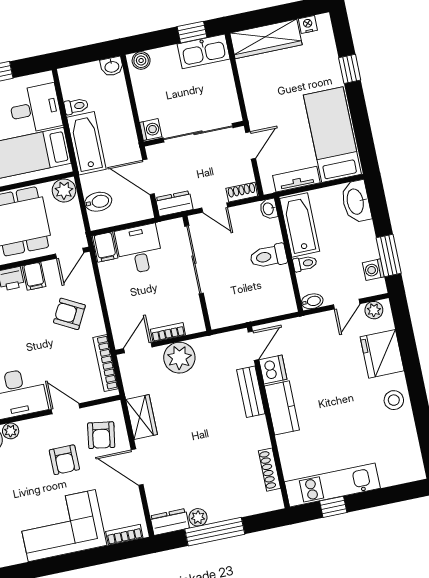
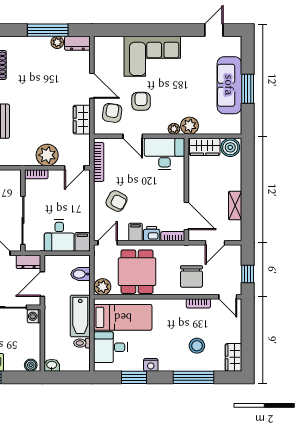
door: (148, 177) -> (42, 284), swing flipped
bookcase: (168, 332) -> (36, 174), moved
bookcase: (124, 535) -> (110, 41), removed

